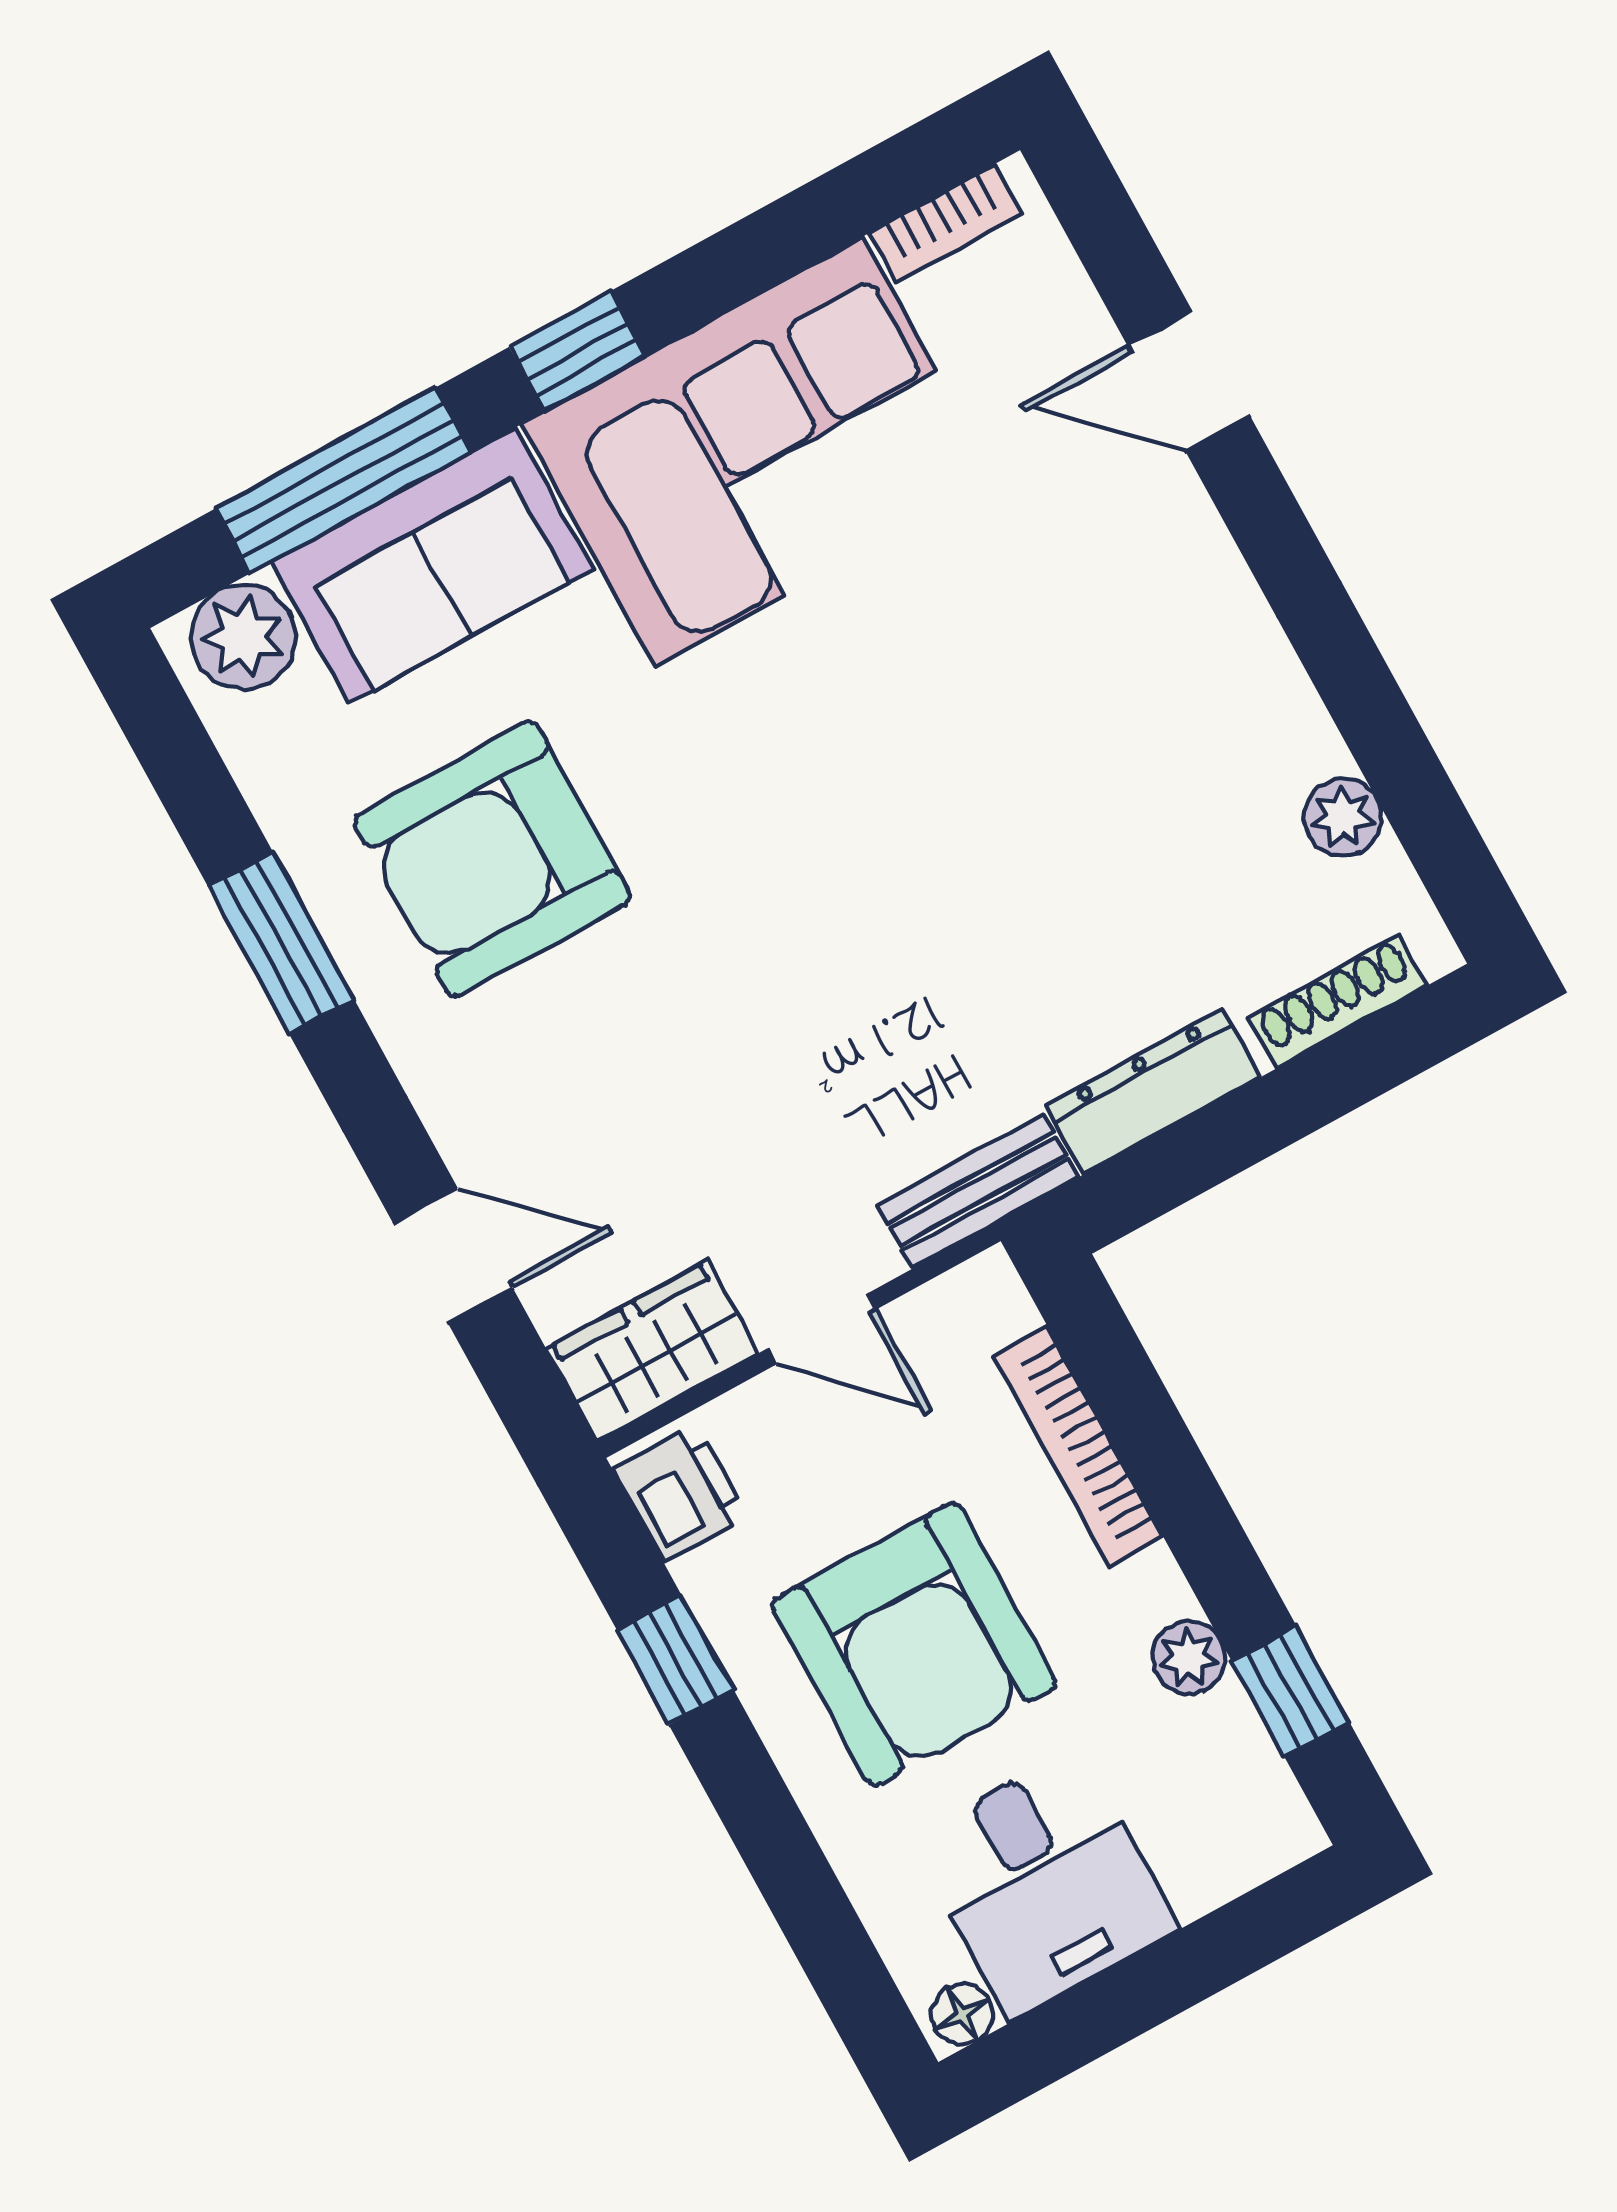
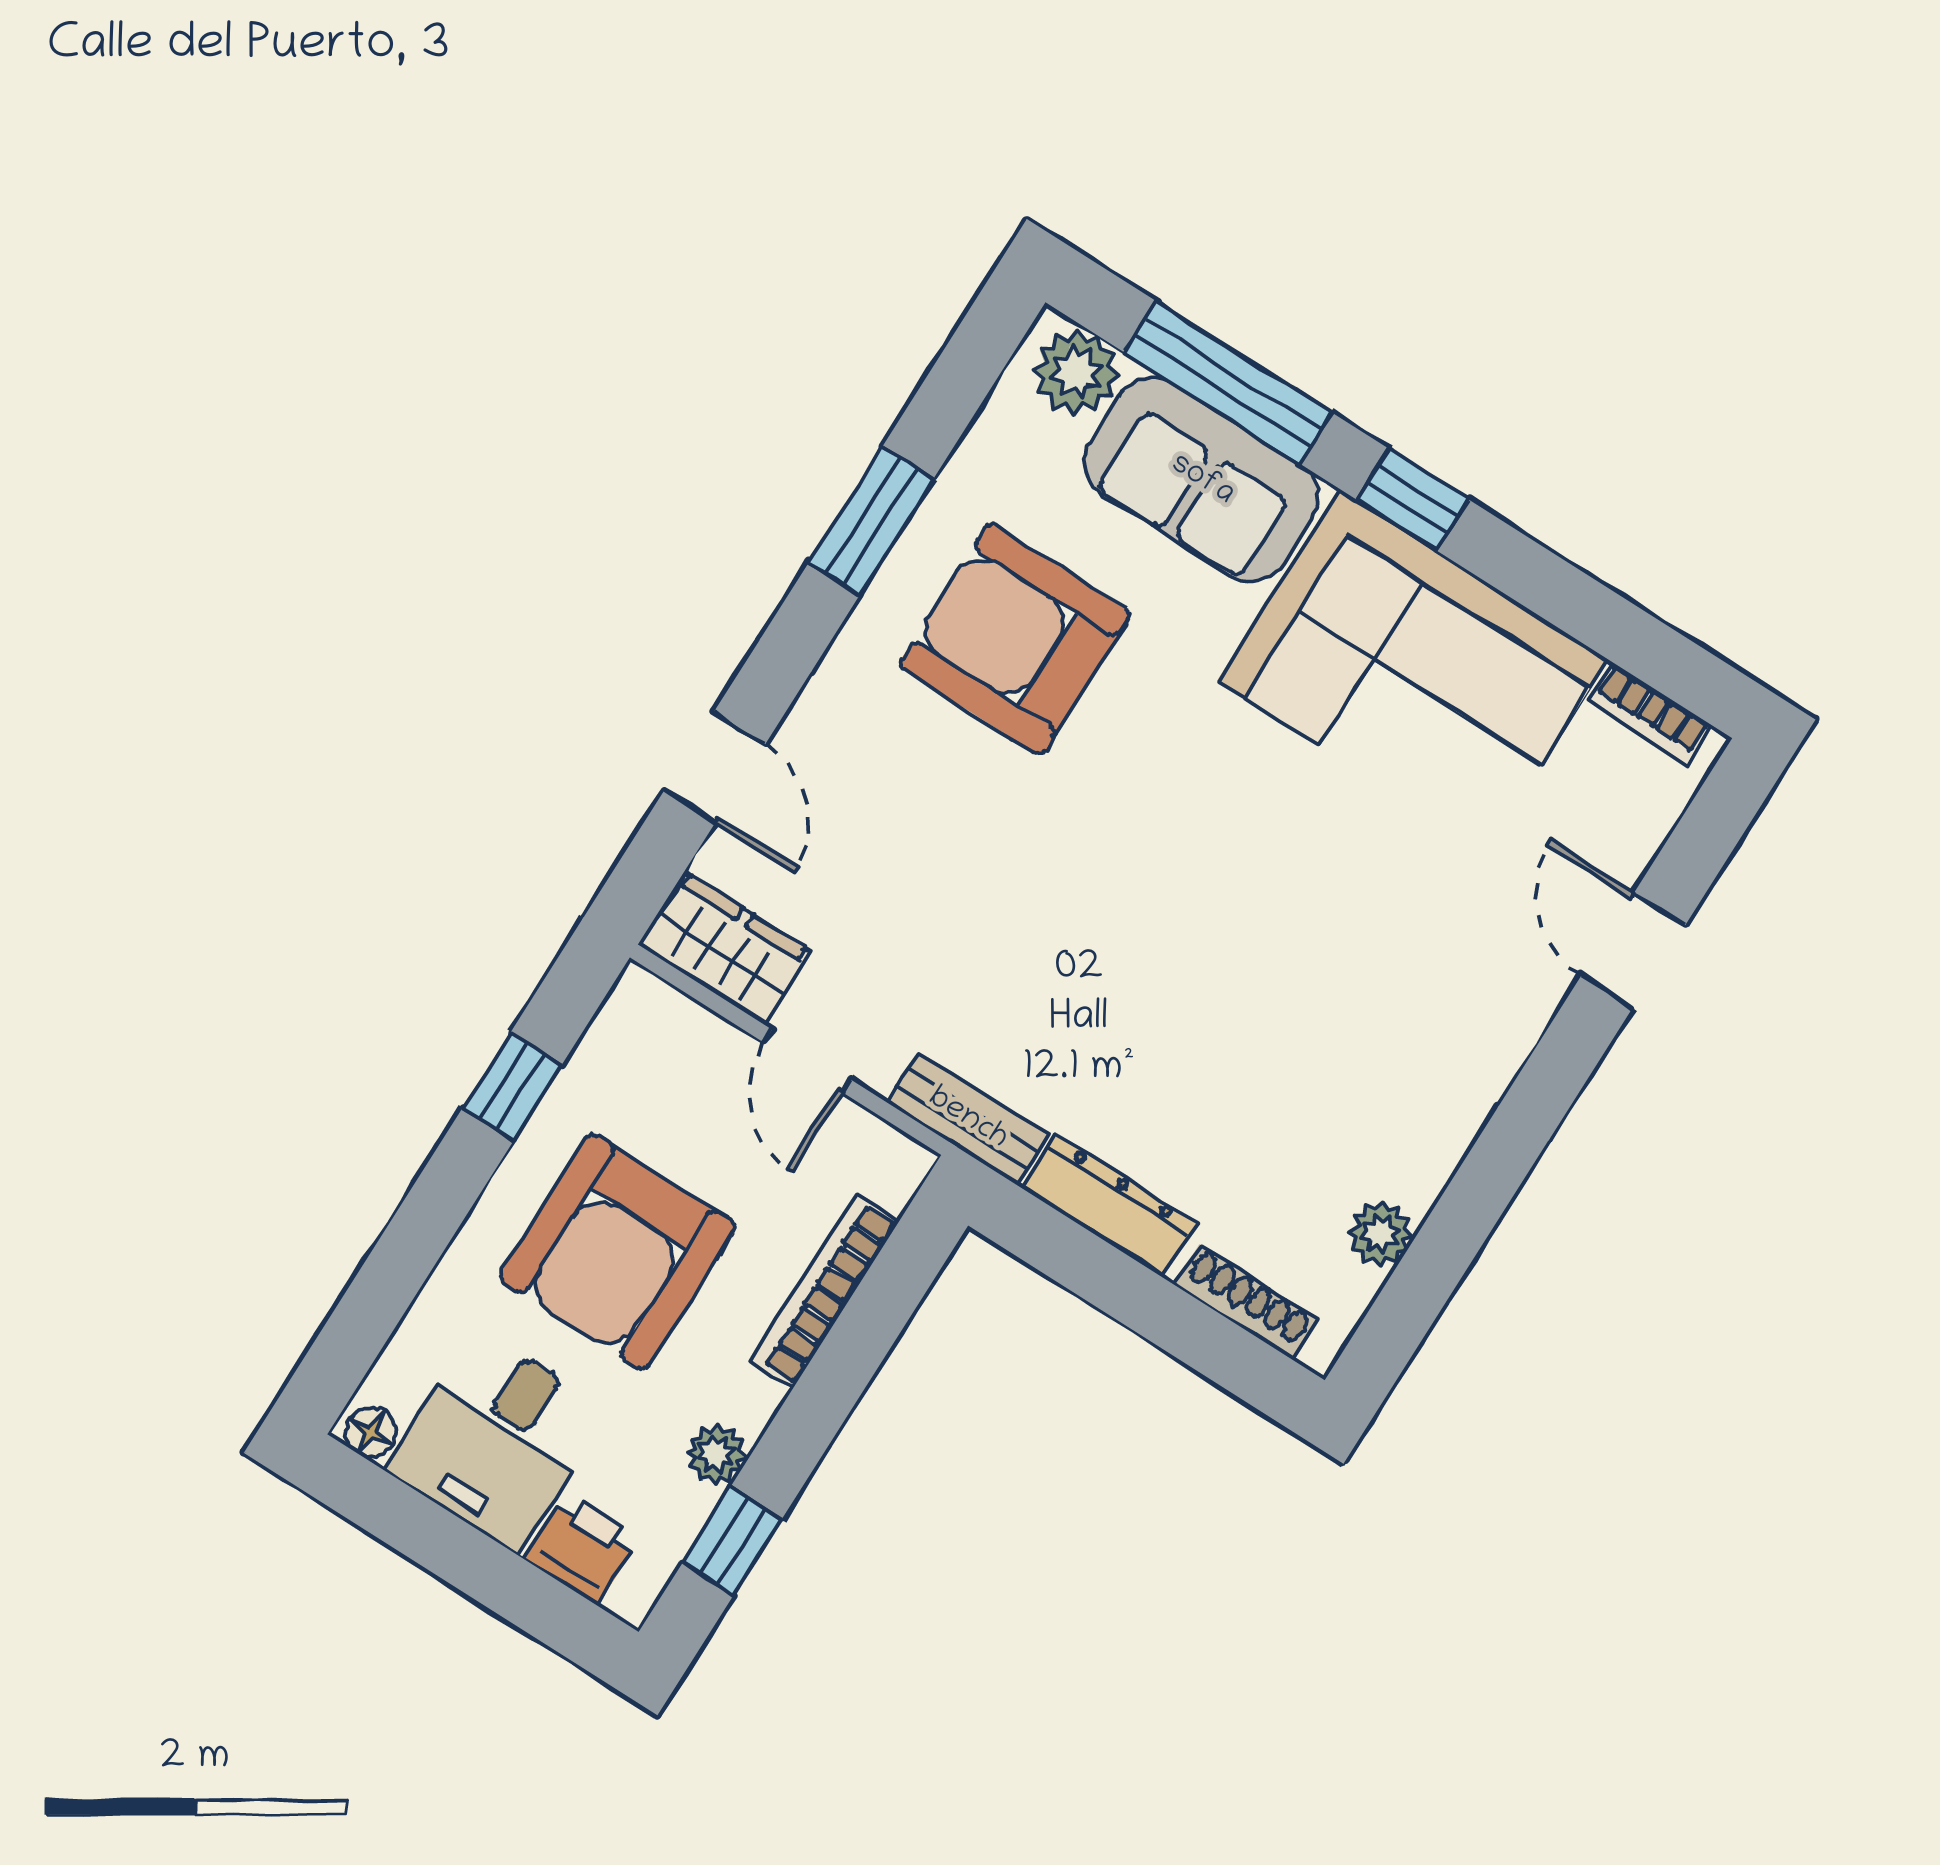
printer: (680, 1493) -> (582, 1549), moved, turned -90

